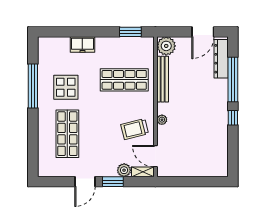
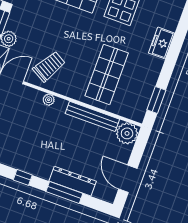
dresser: (221, 59) -> (73, 181), moved
window: (233, 80) -> (64, 192), width x0.68
trolley: (135, 129) -> (49, 66), turned 44

